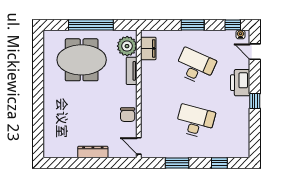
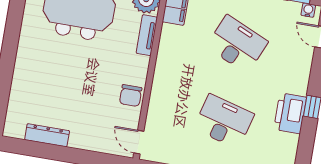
printer: (240, 83) -> (290, 113), moved
dresser: (93, 152) -> (47, 135), moved

